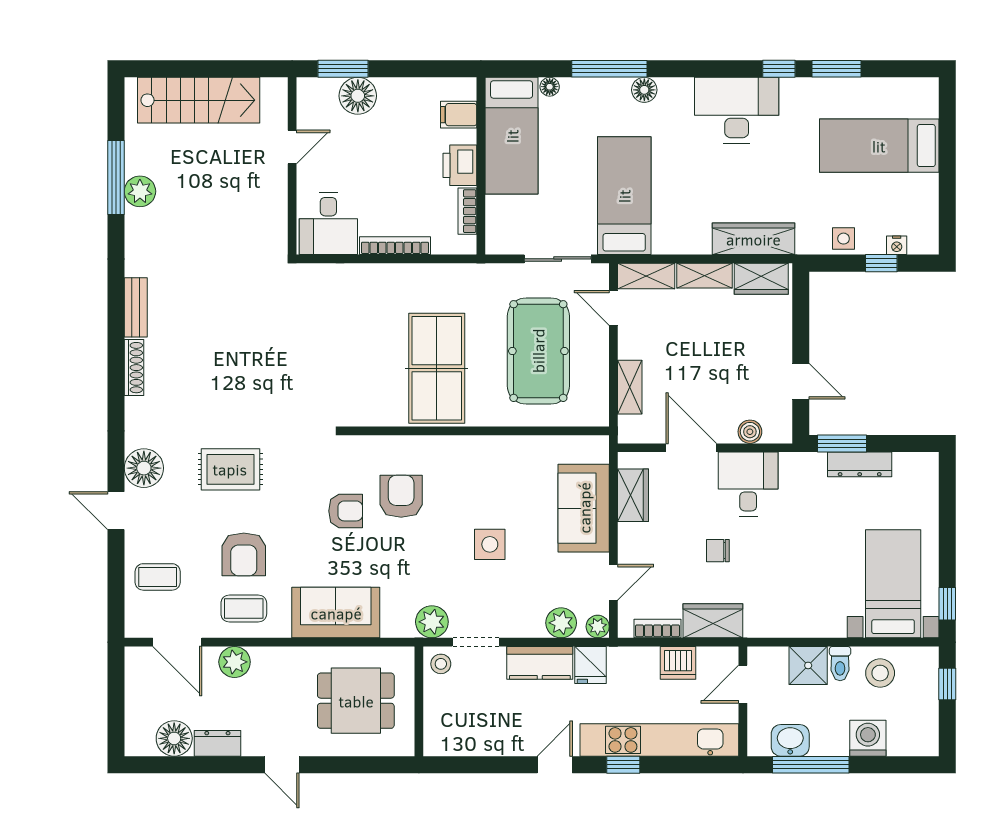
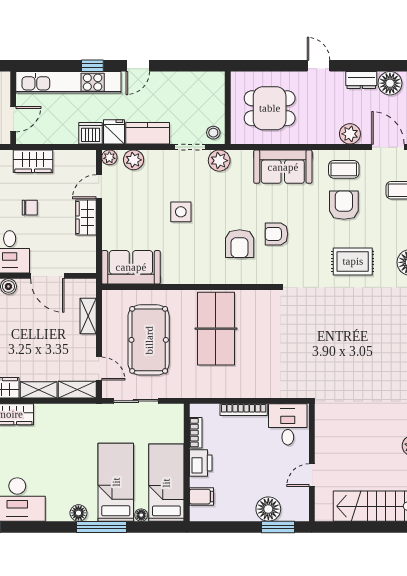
bed: (624, 196) -> (116, 482), moved, turned 180
wardrobe: (633, 495) -> (86, 217), moved
sofa: (584, 508) -> (131, 267), moved, turned -90
bookcase: (658, 629) -> (70, 156), removed
dishwasher: (678, 663) -> (91, 133), moved

